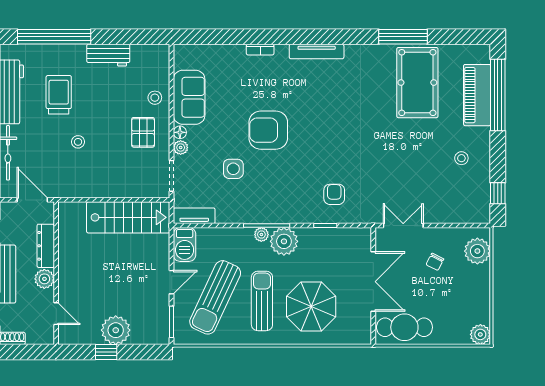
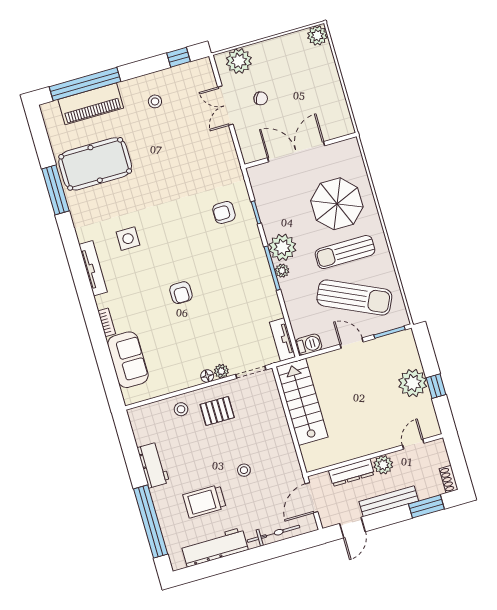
sofa: (189, 97) -> (128, 360), moved, turned 90
armchair: (268, 130) -> (181, 293), width x0.53, depth x0.53
side table: (233, 169) -> (128, 239), moved
double door: (403, 226) -> (225, 106), moved
barbecue: (185, 244) -> (309, 344), width x0.73, depth x0.79
cafe table: (404, 327) -> (331, 109), removed

